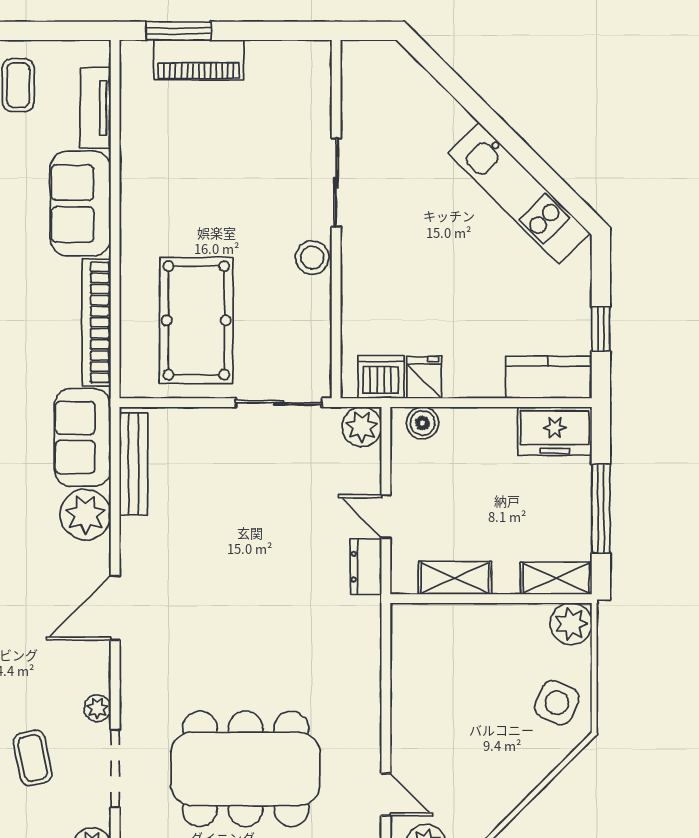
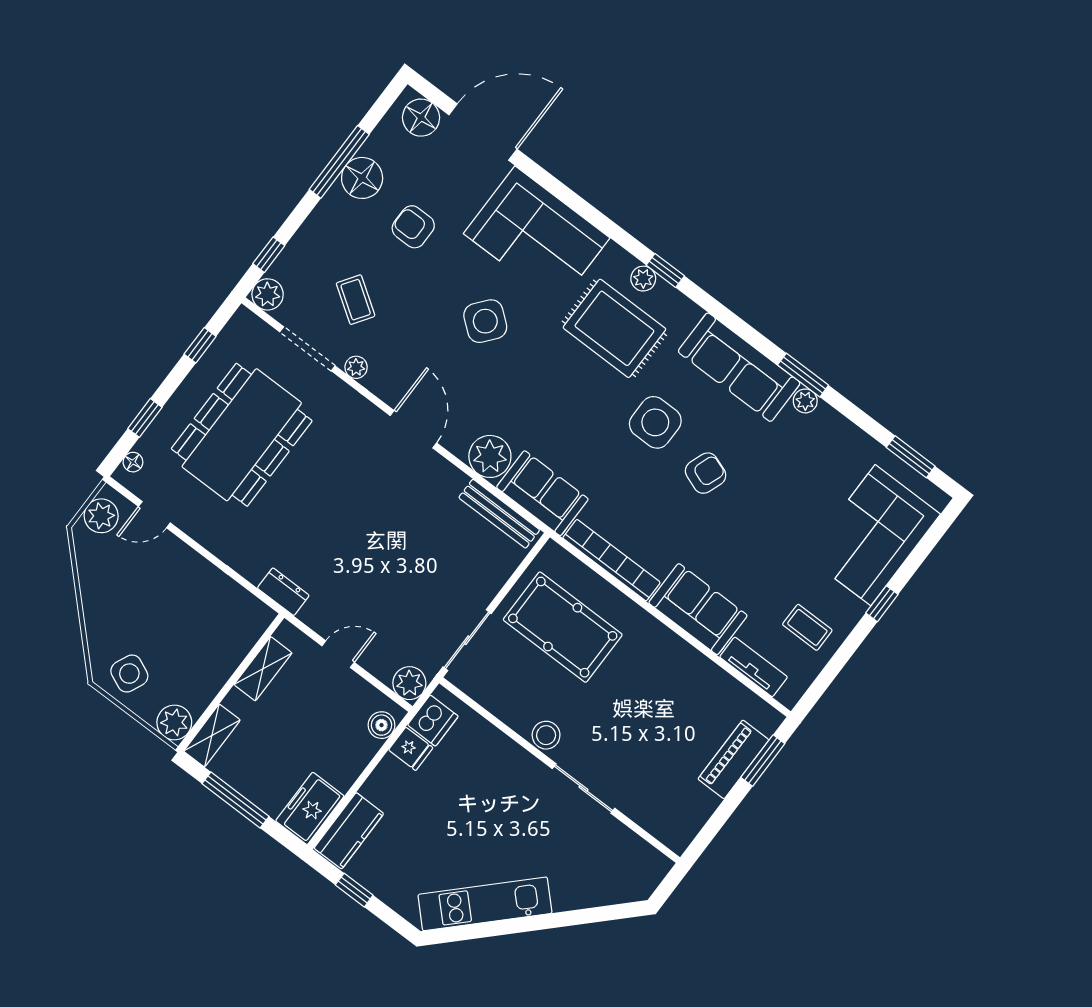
dresser: (366, 567) -> (283, 592), moved
coffee table: (33, 758) -> (356, 300), turned 46

